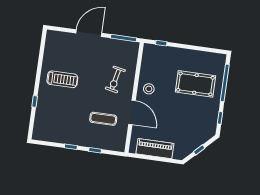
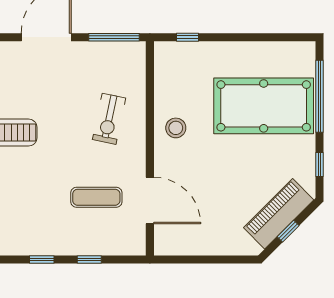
pool table: (195, 84) -> (264, 106), width x1.36, depth x1.32
door: (132, 112) -> (150, 201), moved
piano: (155, 149) -> (279, 214), moved, turned -45

